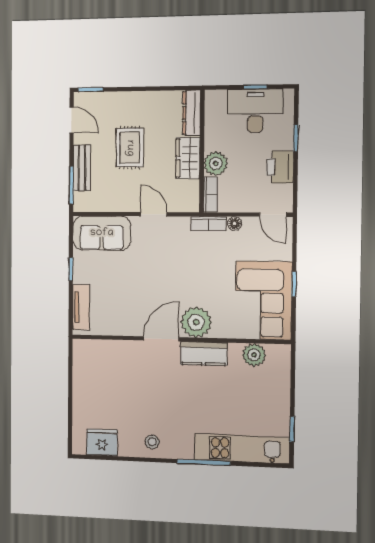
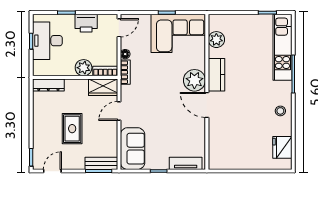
rug: (130, 148) -> (72, 129), turned 90
wardrobe: (188, 158) -> (103, 87), moved
bench: (82, 168) -> (101, 163), moved

